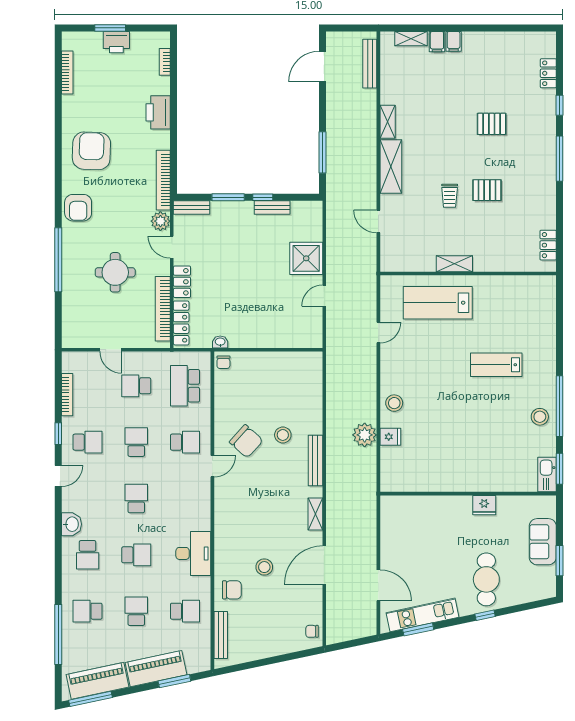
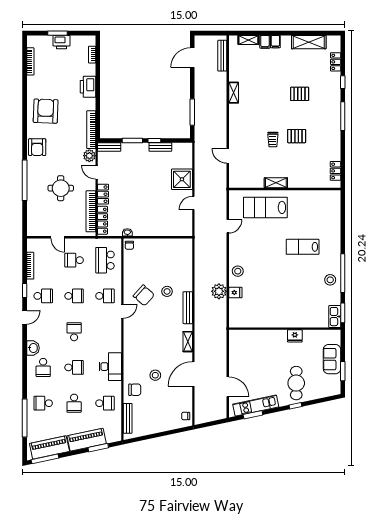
shelving: (391, 167) -> (309, 42), moved, turned 90
school desk: (136, 442) -> (74, 296), turned 90
school desk: (136, 611) -> (74, 403), turned 180

